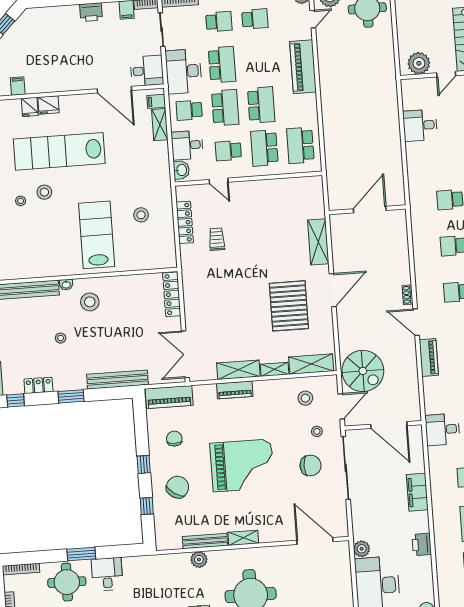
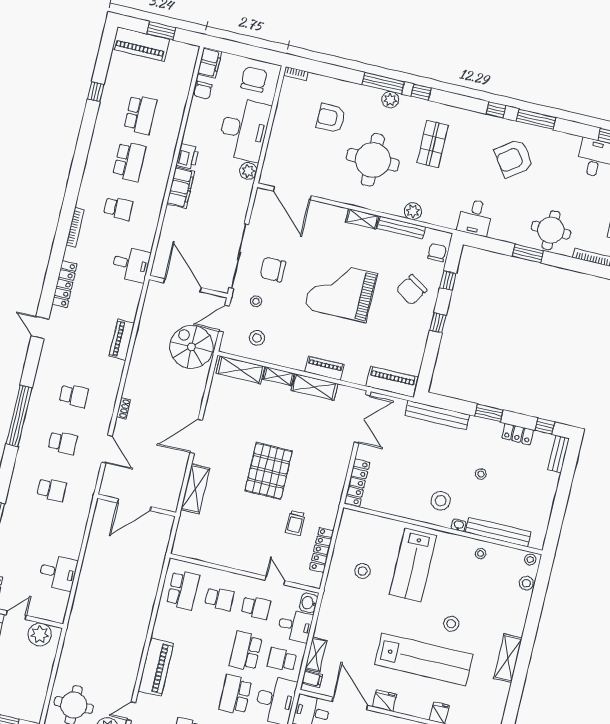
fridge: (49, 105) -> (385, 701), moved
school desk: (261, 105) -> (209, 642), removed
school desk: (189, 110) -> (282, 660), turned 180
school desk: (264, 148) -> (219, 599), width x0.54
stool: (21, 201) -> (481, 554), moved
pallet: (289, 306) -> (269, 471), moved
door: (416, 322) -> (107, 449), moved
chair: (174, 439) -> (437, 253), moved, turned 180
filing cabinet: (417, 492) -> (181, 188), moved
desk: (107, 574) -> (475, 218), moved

